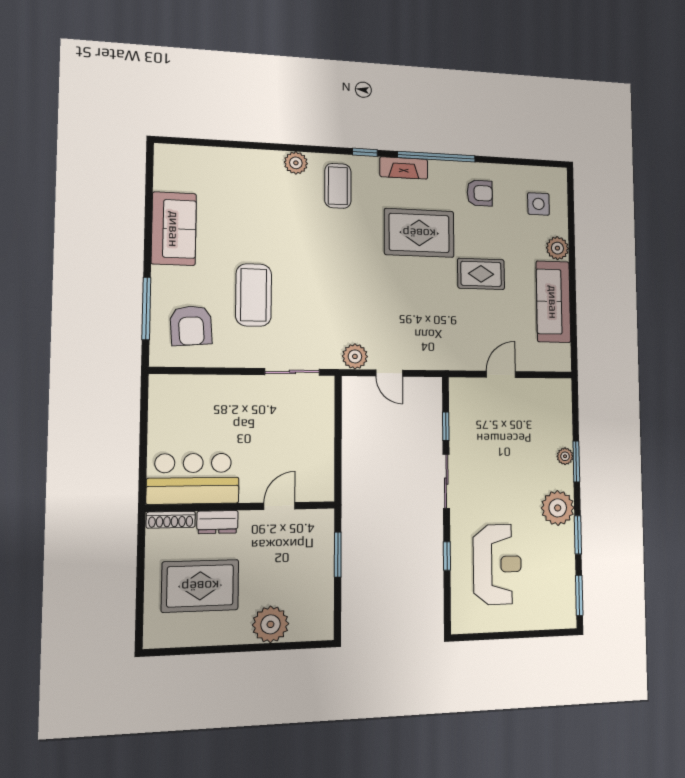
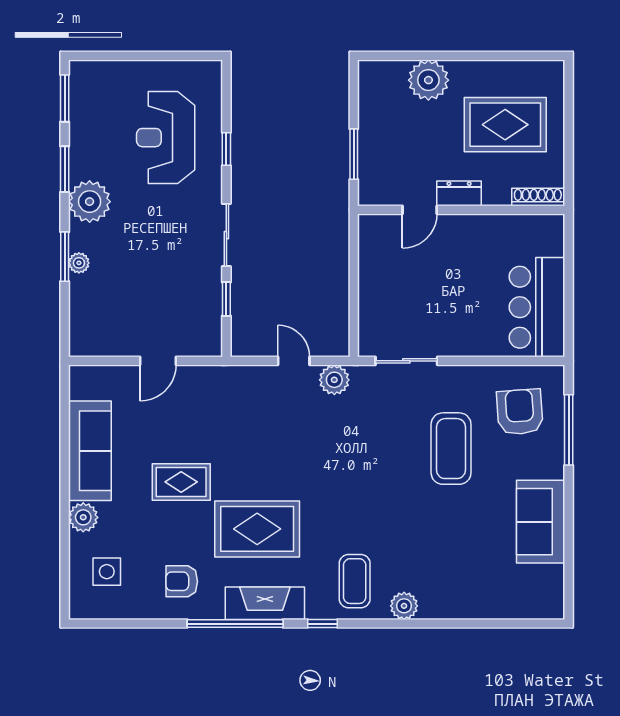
fireplace: (404, 168) -> (265, 603), width x1.37, depth x1.32
bar counter: (193, 479) -> (537, 307), moved, turned 90
dresser: (217, 522) -> (459, 193), moved

